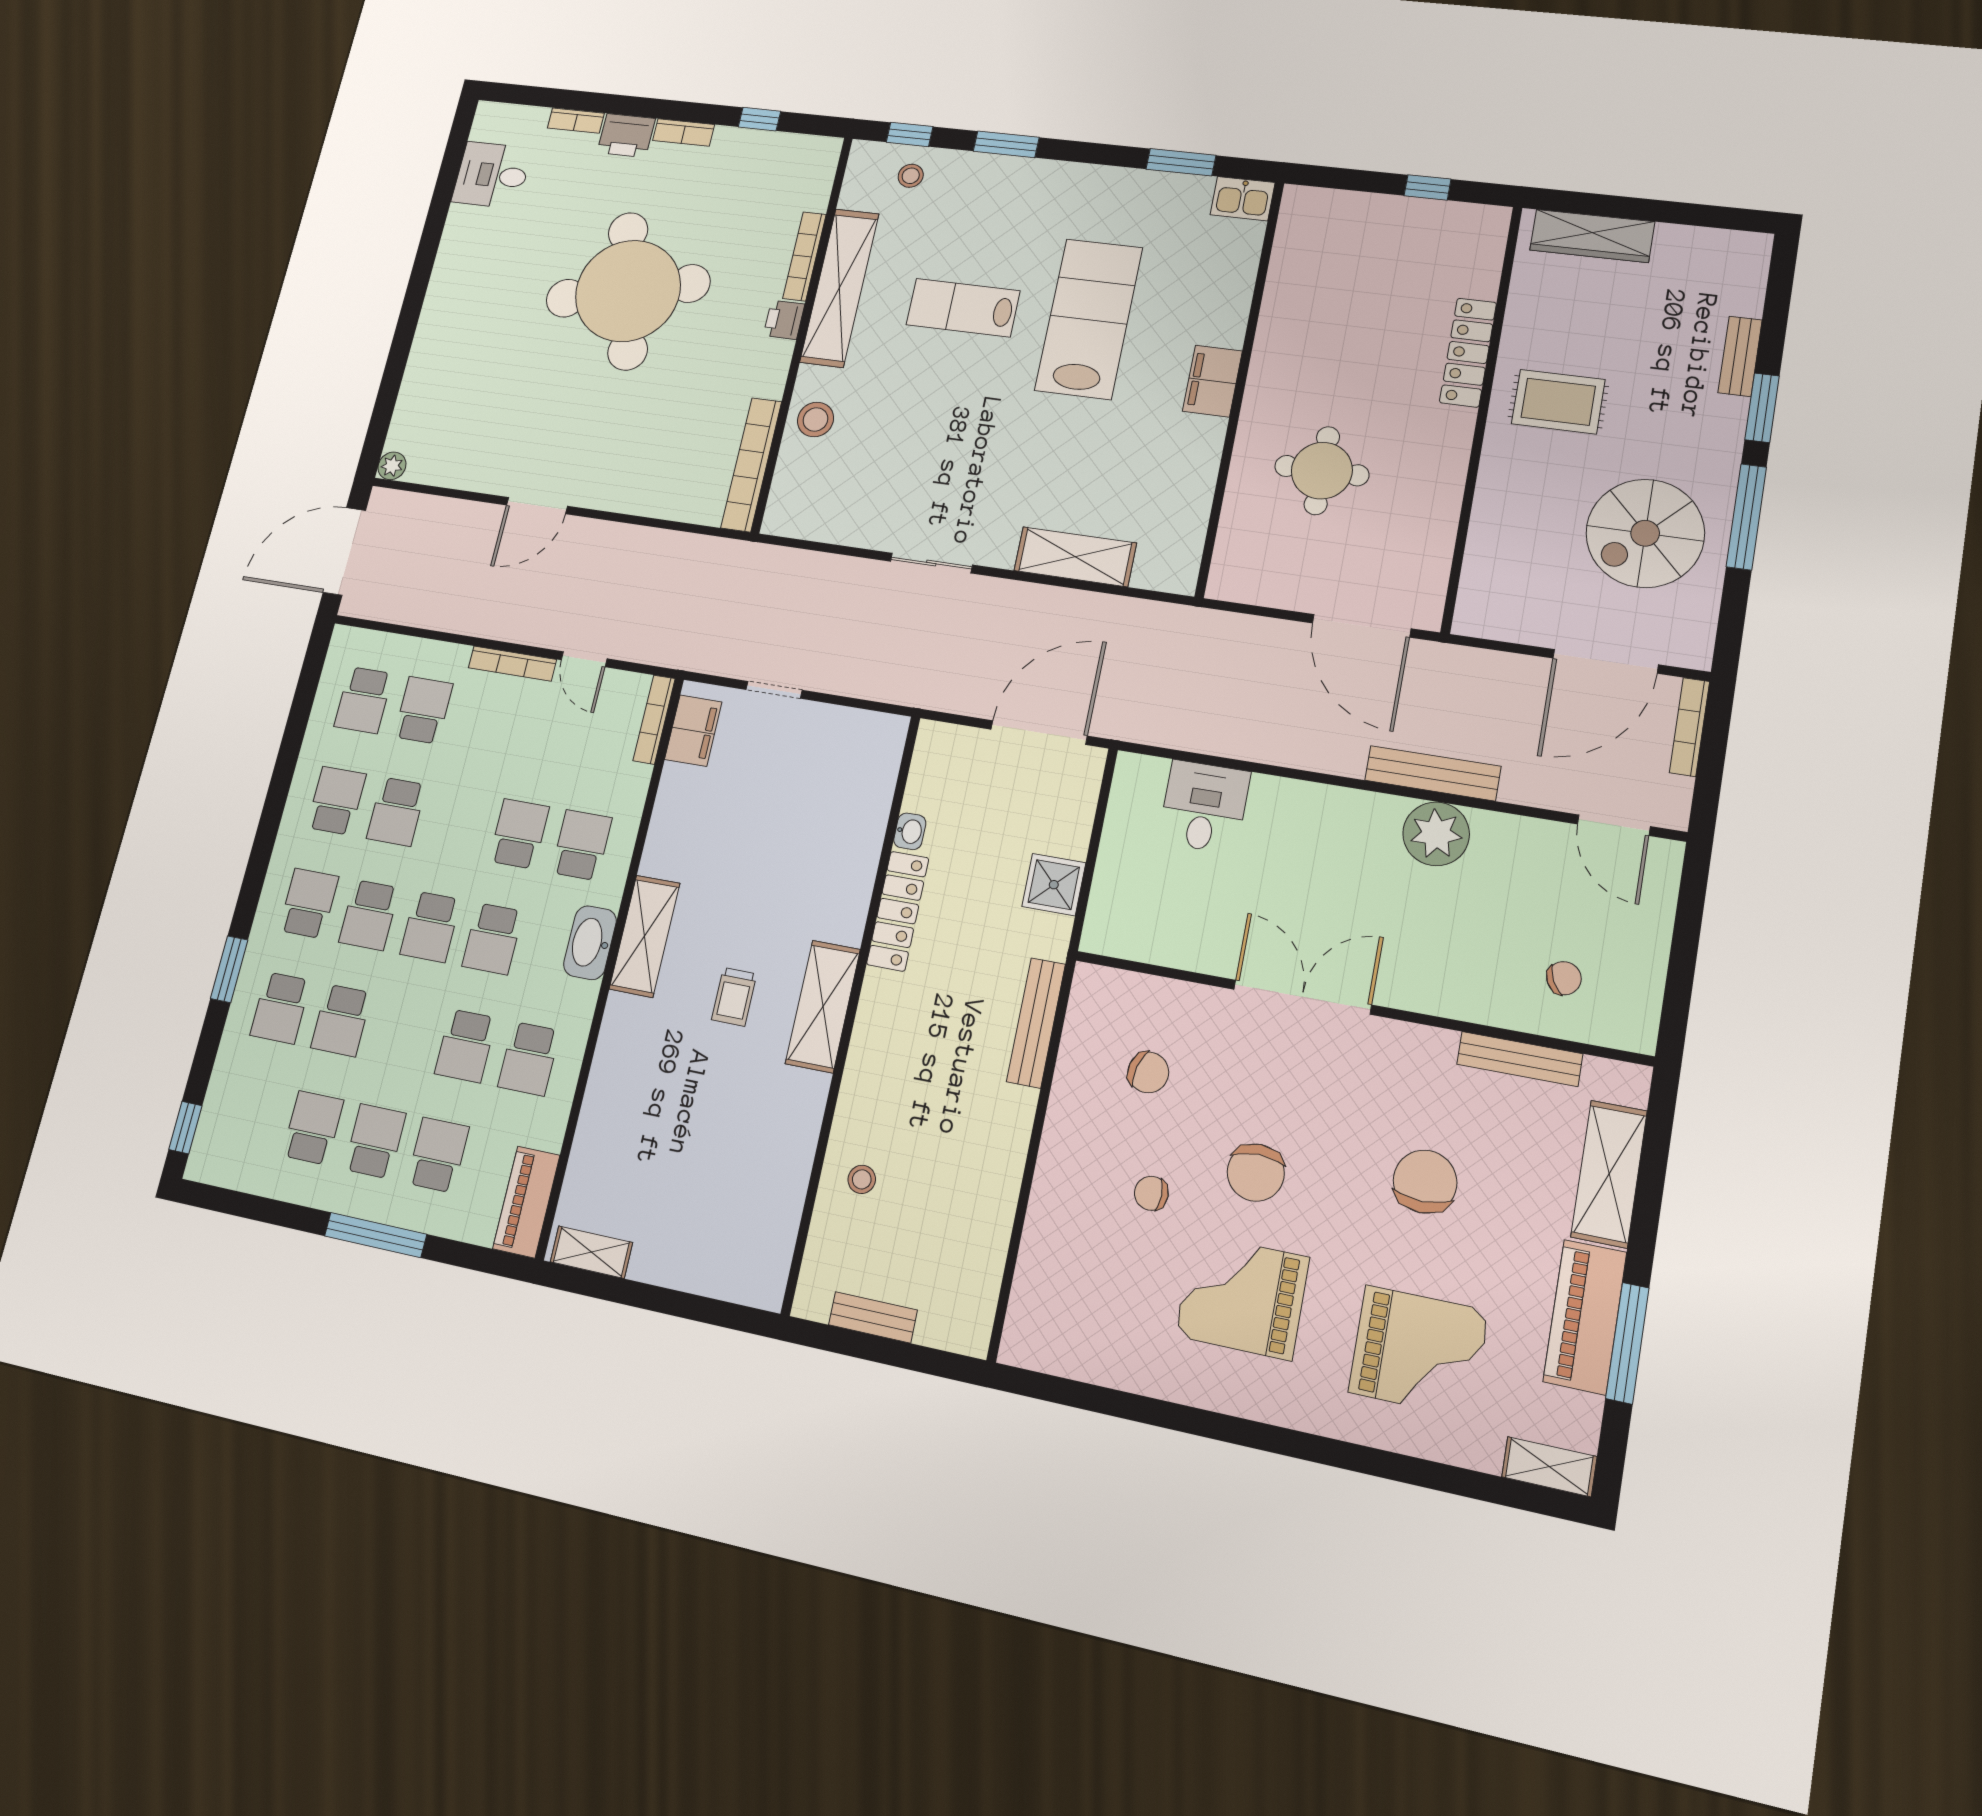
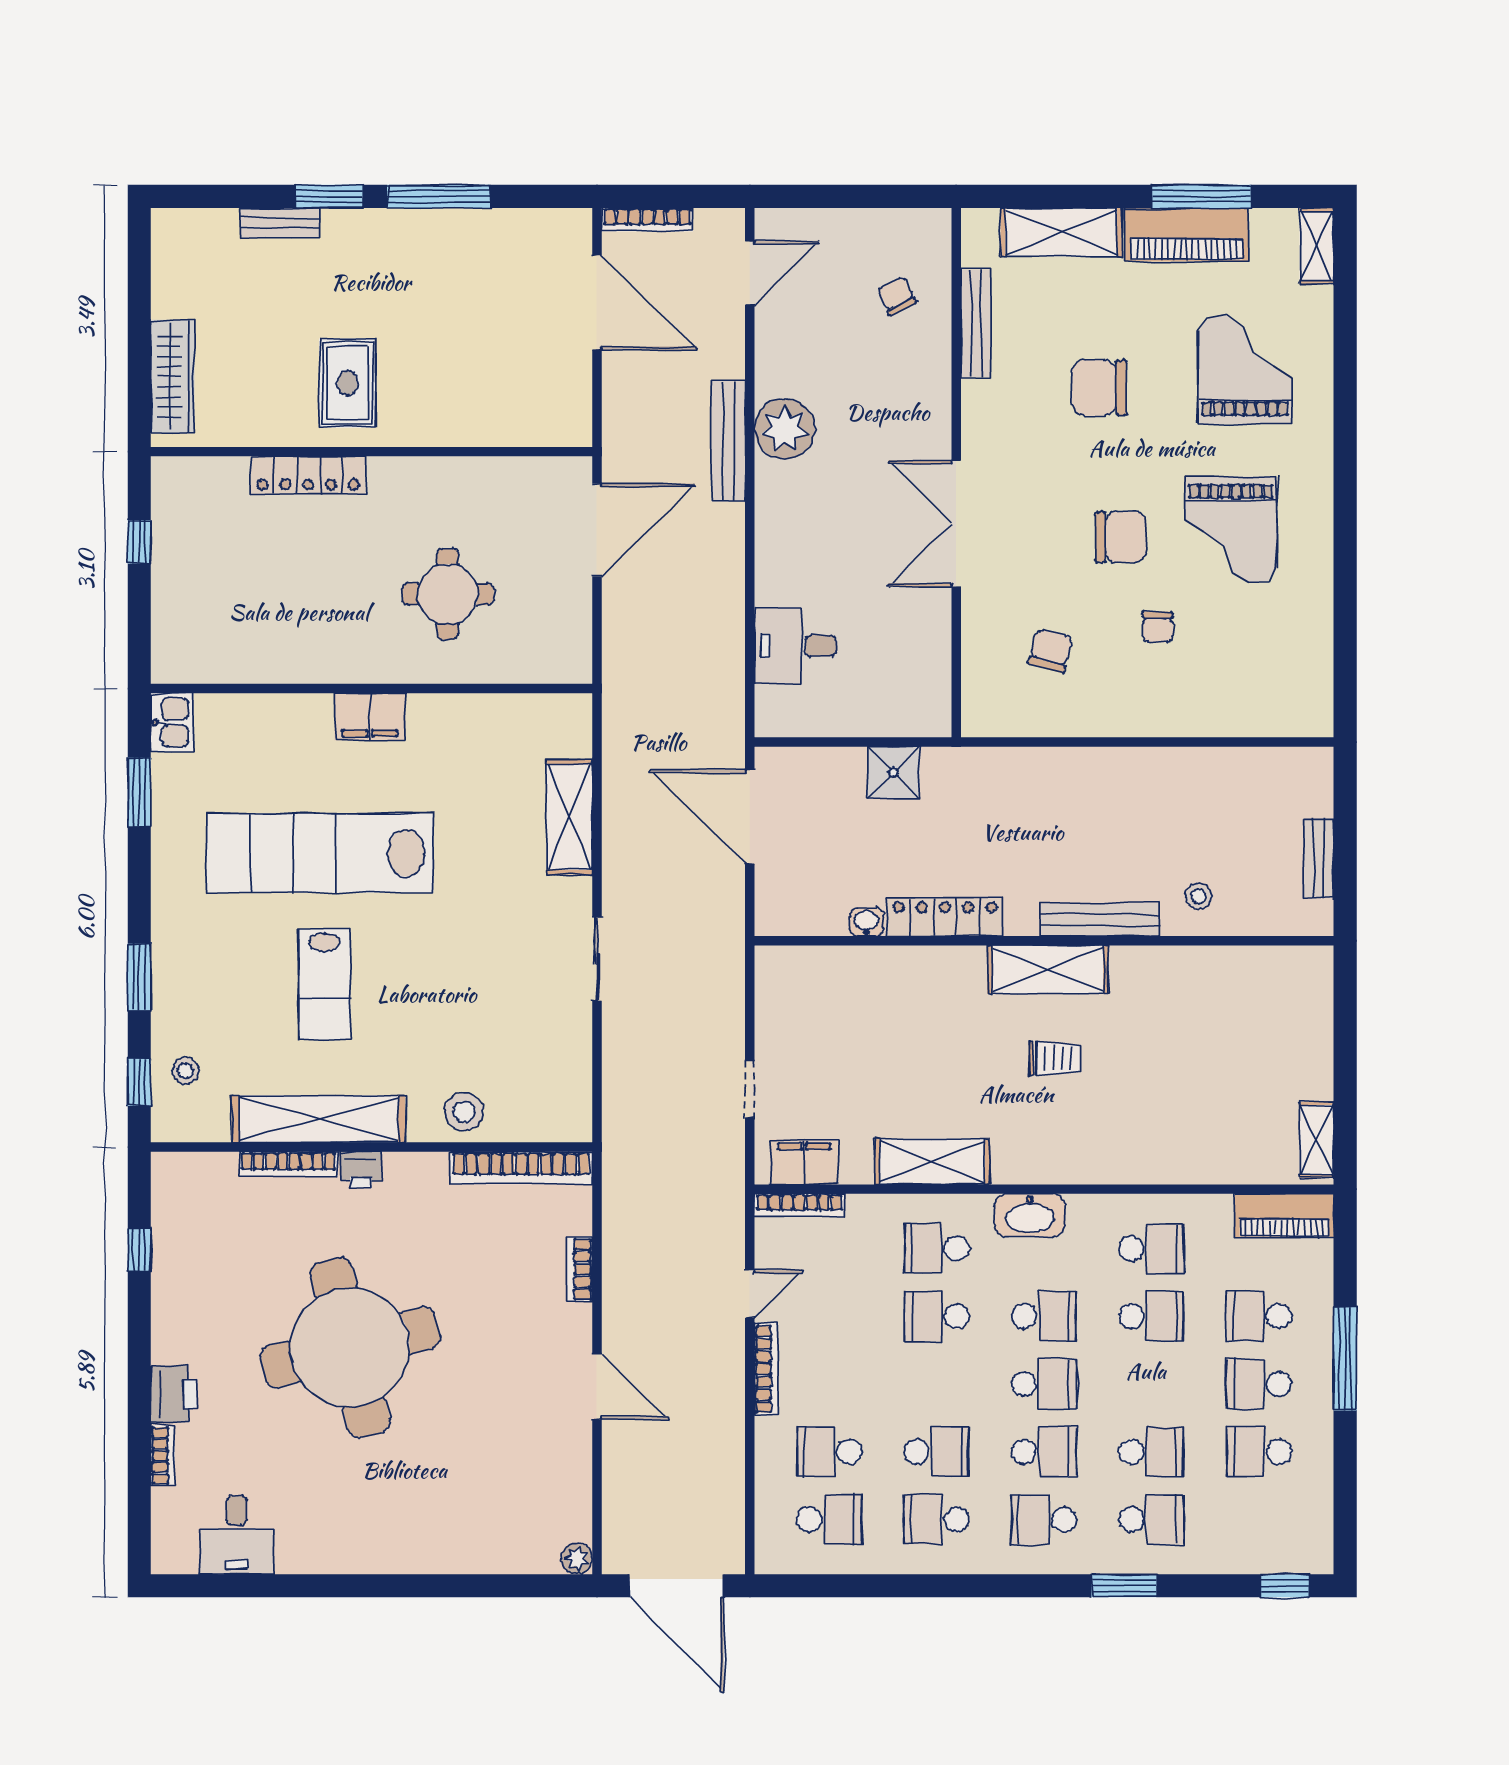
bookcase: (684, 133) -> (579, 1269), moved, turned 180
lab bench: (1089, 319) -> (320, 853), width x1.36
spiral stairs: (1645, 533) -> (468, 285), removed
shelving: (645, 936) -> (932, 1162), moved
bench: (1036, 1023) -> (1100, 920), moved

